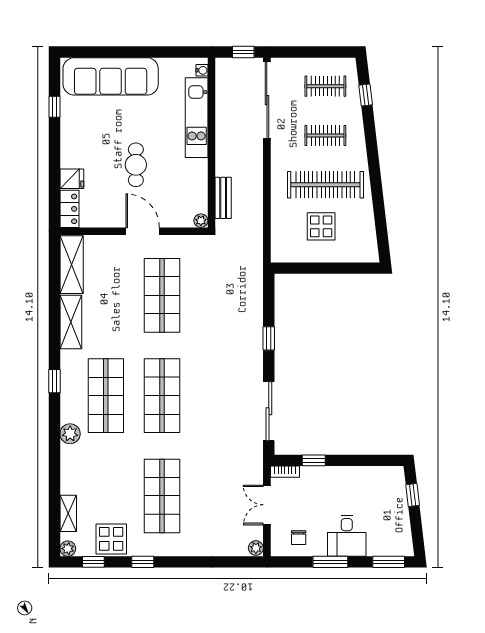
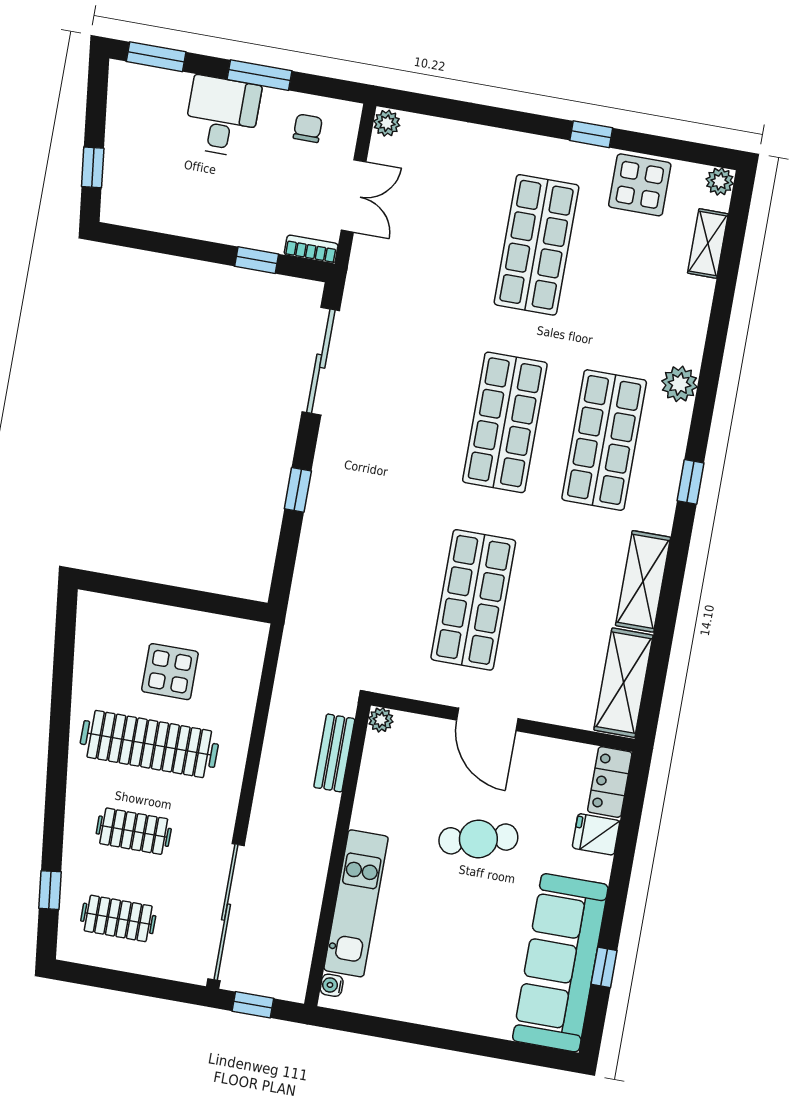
sofa: (111, 76) -> (560, 963), moved, turned -90
cafe table: (136, 165) -> (478, 839), turned 76
window: (93, 562) -> (679, 150), removed

